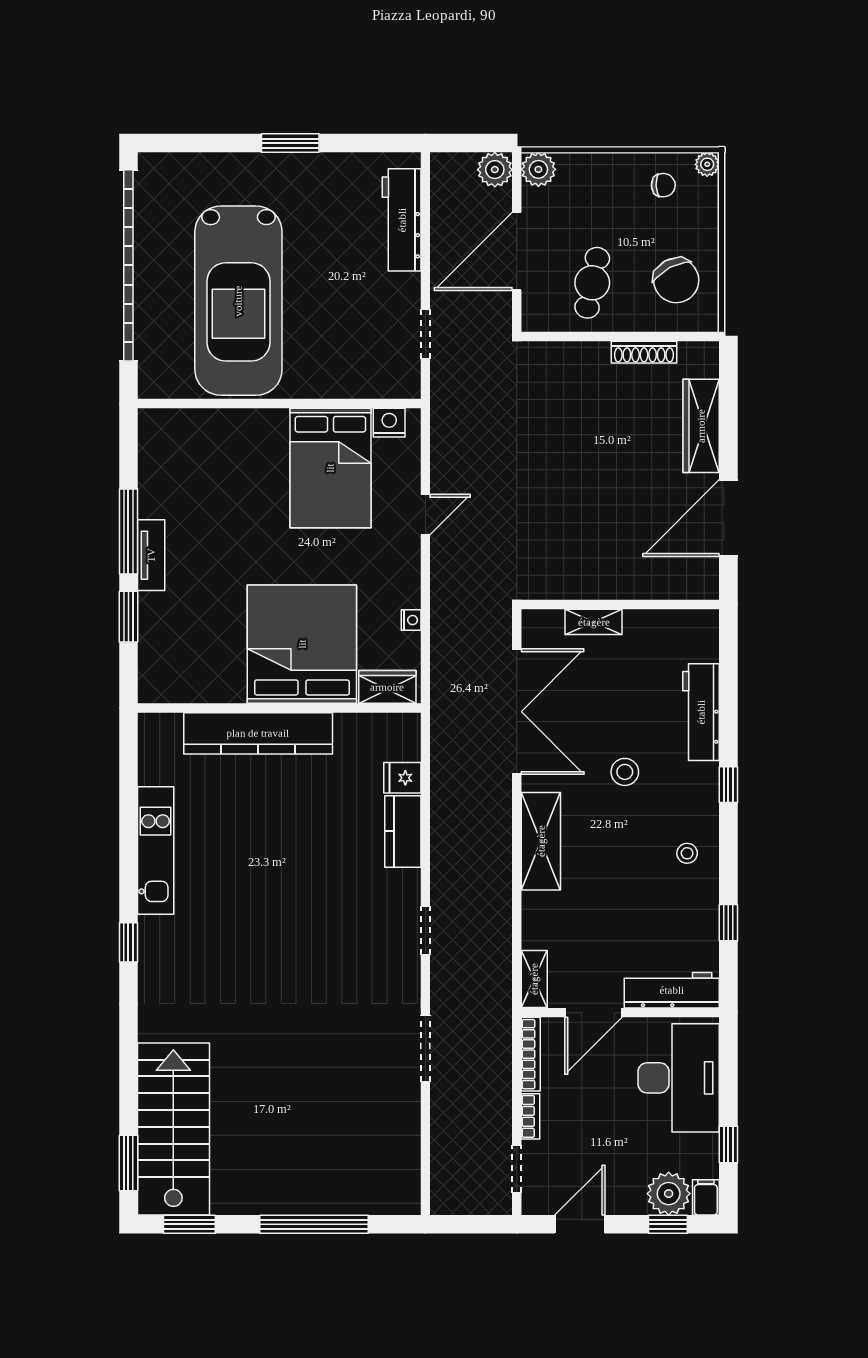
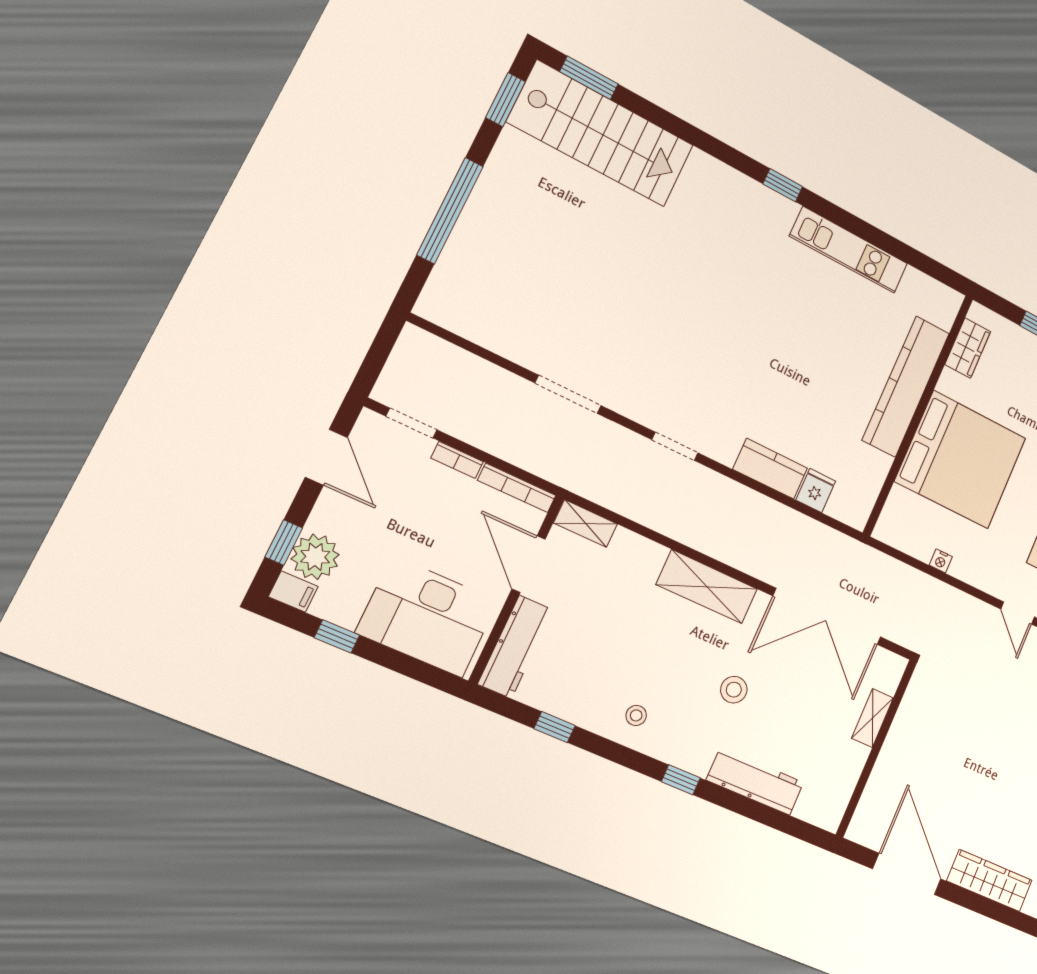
wardrobe: (387, 687) -> (968, 348), moved

